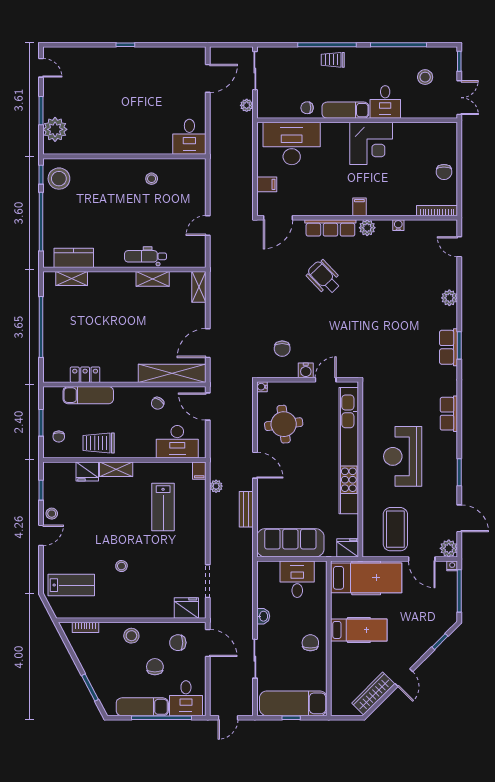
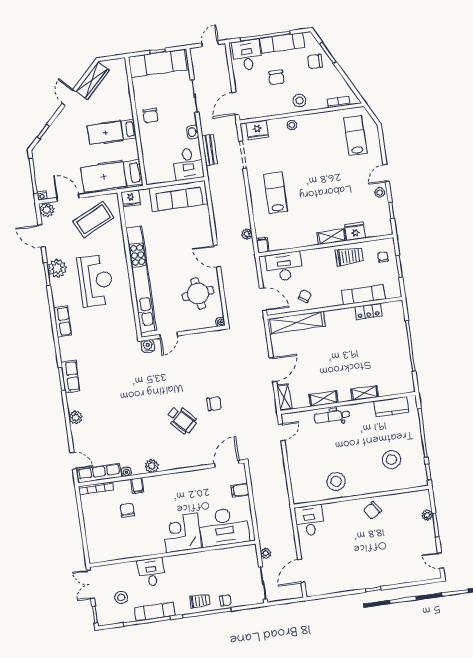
chair: (307, 108) -> (226, 600), moved
exam couch: (345, 110) -> (155, 612), moved, turned 180
plant: (55, 129) -> (427, 515), width x0.53, depth x0.53
chair: (113, 138) -> (372, 510), added
corner desk: (371, 143) -> (182, 533), moved
chair: (444, 172) -> (127, 510), moved
stool: (59, 179) -> (391, 460), moved
stool: (152, 179) -> (336, 481), width x1.89, depth x1.89
filing cabinet: (359, 207) -> (137, 486), moved
door: (208, 225) -> (282, 432), moved
row of seats: (330, 228) -> (99, 473), moved
dental chair: (146, 256) -> (332, 416), turned 180
shelving: (72, 279) -> (365, 393), moved
door: (208, 343) -> (273, 370), moved
chair: (282, 349) -> (214, 404), moved, turned 90
water cooler: (306, 370) -> (148, 346), moved
plant: (446, 477) -> (57, 268), added
lab bench: (163, 507) -> (276, 193), moved
bench: (246, 509) -> (210, 150), moved
coffee table: (395, 529) -> (93, 220), turned 64
stool: (121, 566) -> (292, 125), moved
desk: (297, 579) -> (188, 164), moved
lab bench: (71, 585) -> (355, 136), turned 90
chair: (178, 643) -> (315, 61), moved, turned 180
door: (208, 643) -> (236, 103), hinge flipped

